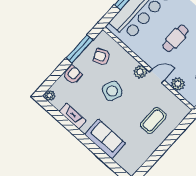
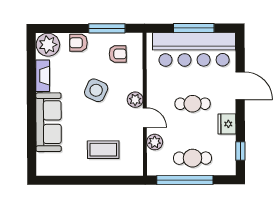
armchair: (102, 57) -> (118, 54), turned 113
armchair: (72, 75) -> (78, 43), turned 180
plant: (50, 95) -> (48, 45), width x1.88, depth x1.88
sofa: (105, 139) -> (49, 122), width x1.36

